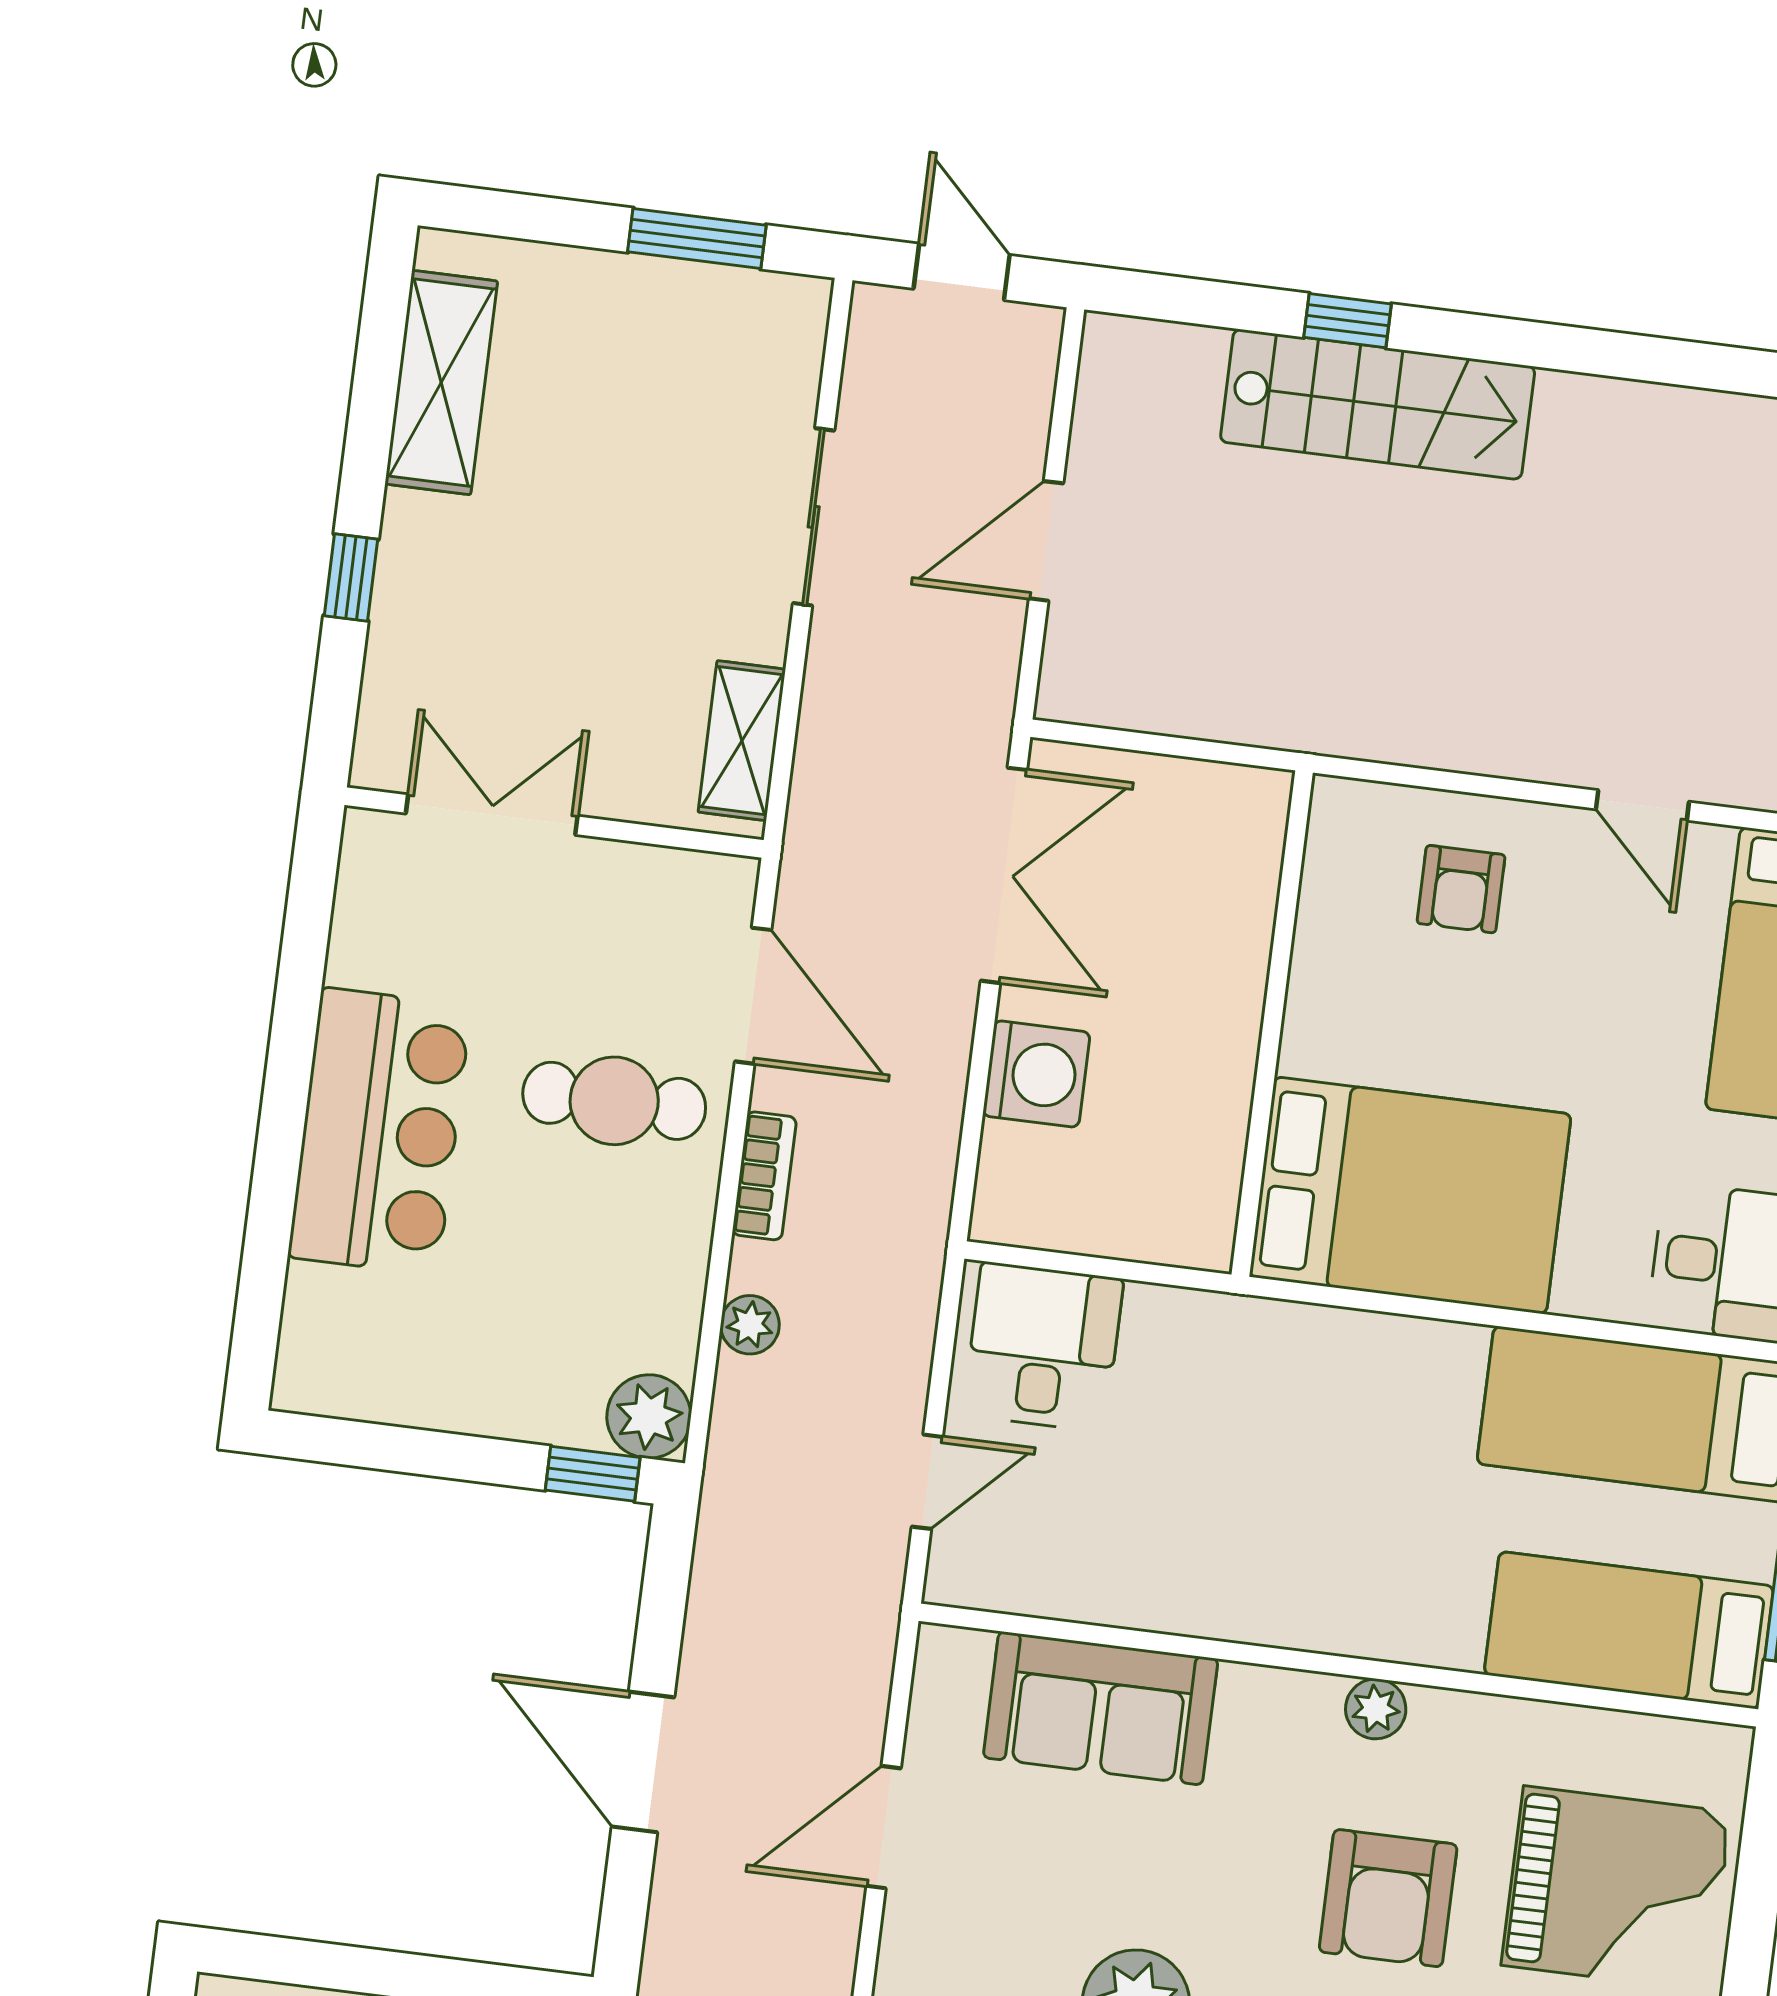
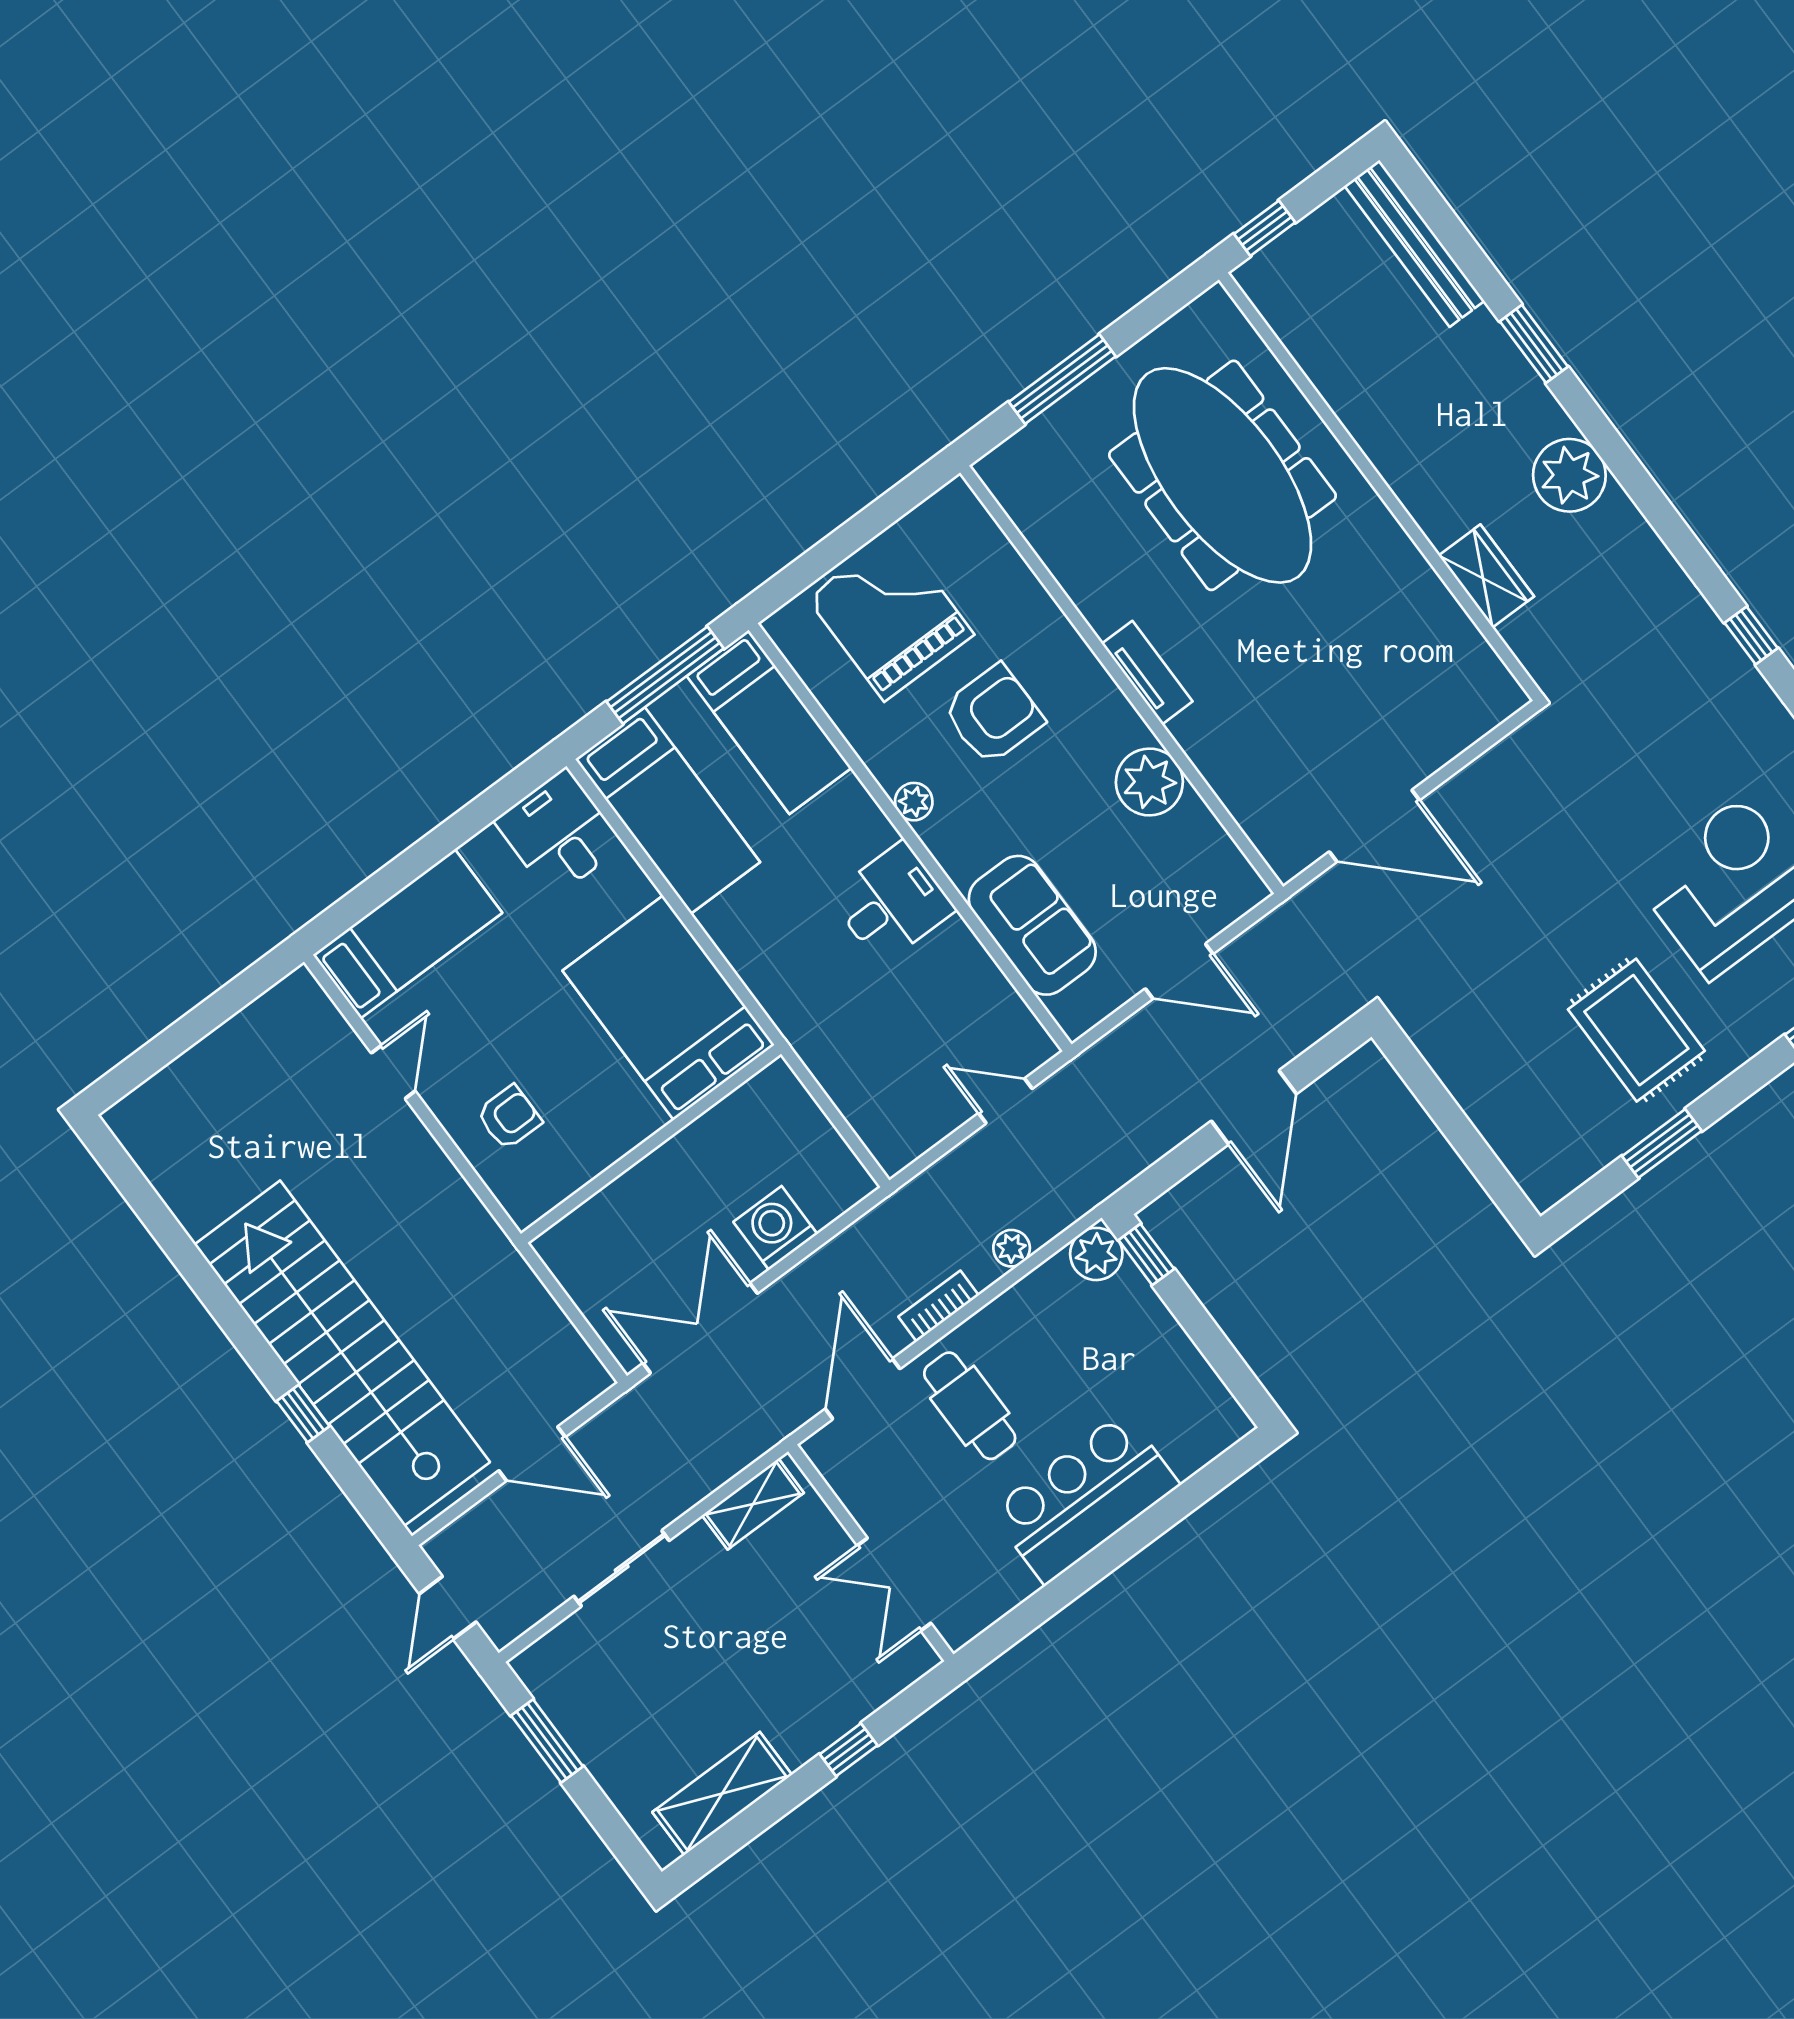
stairs: (1378, 404) -> (342, 1353), width x1.86, depth x1.51
desk: (1043, 1347) -> (892, 903), moved, turned 180

